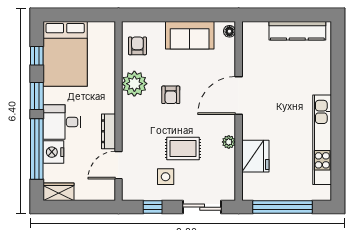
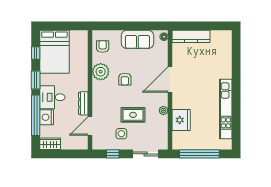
kitchen counter: (297, 31) -> (191, 36), moved

